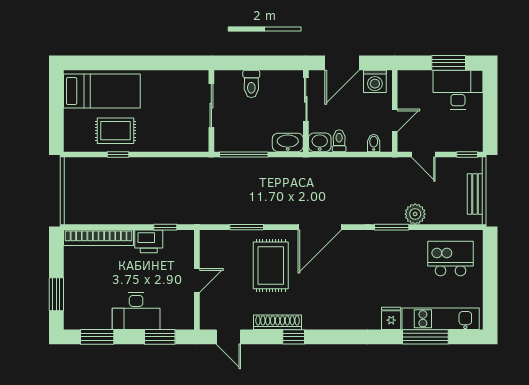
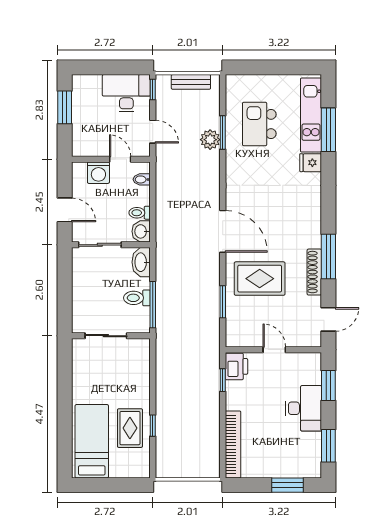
door: (342, 63) -> (65, 210), width x0.73
washing machine: (375, 81) -> (98, 173), moved, turned 90
toilet: (251, 84) -> (137, 298), moved, turned 180
desk: (458, 90) -> (126, 93), moved, turned 90
door: (423, 154) -> (153, 132), hinge flipped
window: (392, 227) -> (223, 132), moved
printer: (149, 241) -> (236, 366), moved
kitchen island: (450, 259) -> (259, 124), moved
window: (294, 337) -> (328, 257), width x2.17

